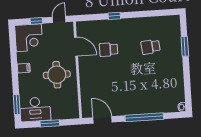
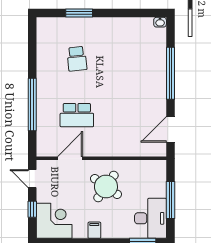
window: (114, 16) -> (32, 104), width x3.17
school desk: (109, 50) -> (77, 115), width x1.85
round table: (57, 75) -> (106, 187), turned 35
window: (50, 123) -> (170, 200), width x1.44

